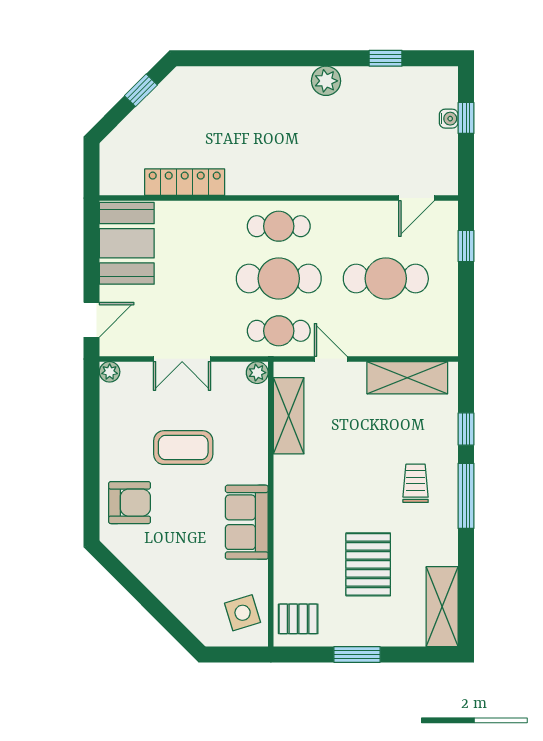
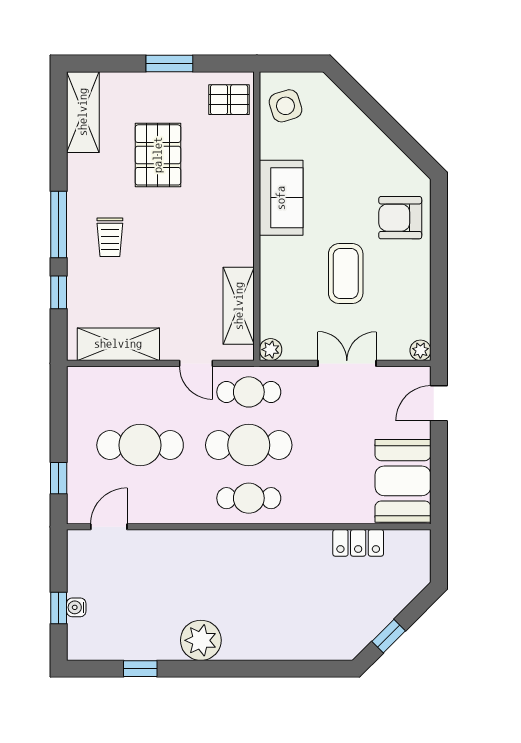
plant: (326, 81) -> (201, 640), width x1.36, depth x1.36
locker: (185, 182) -> (358, 543), width x0.66
coffee table: (183, 448) -> (346, 274), turned 90

